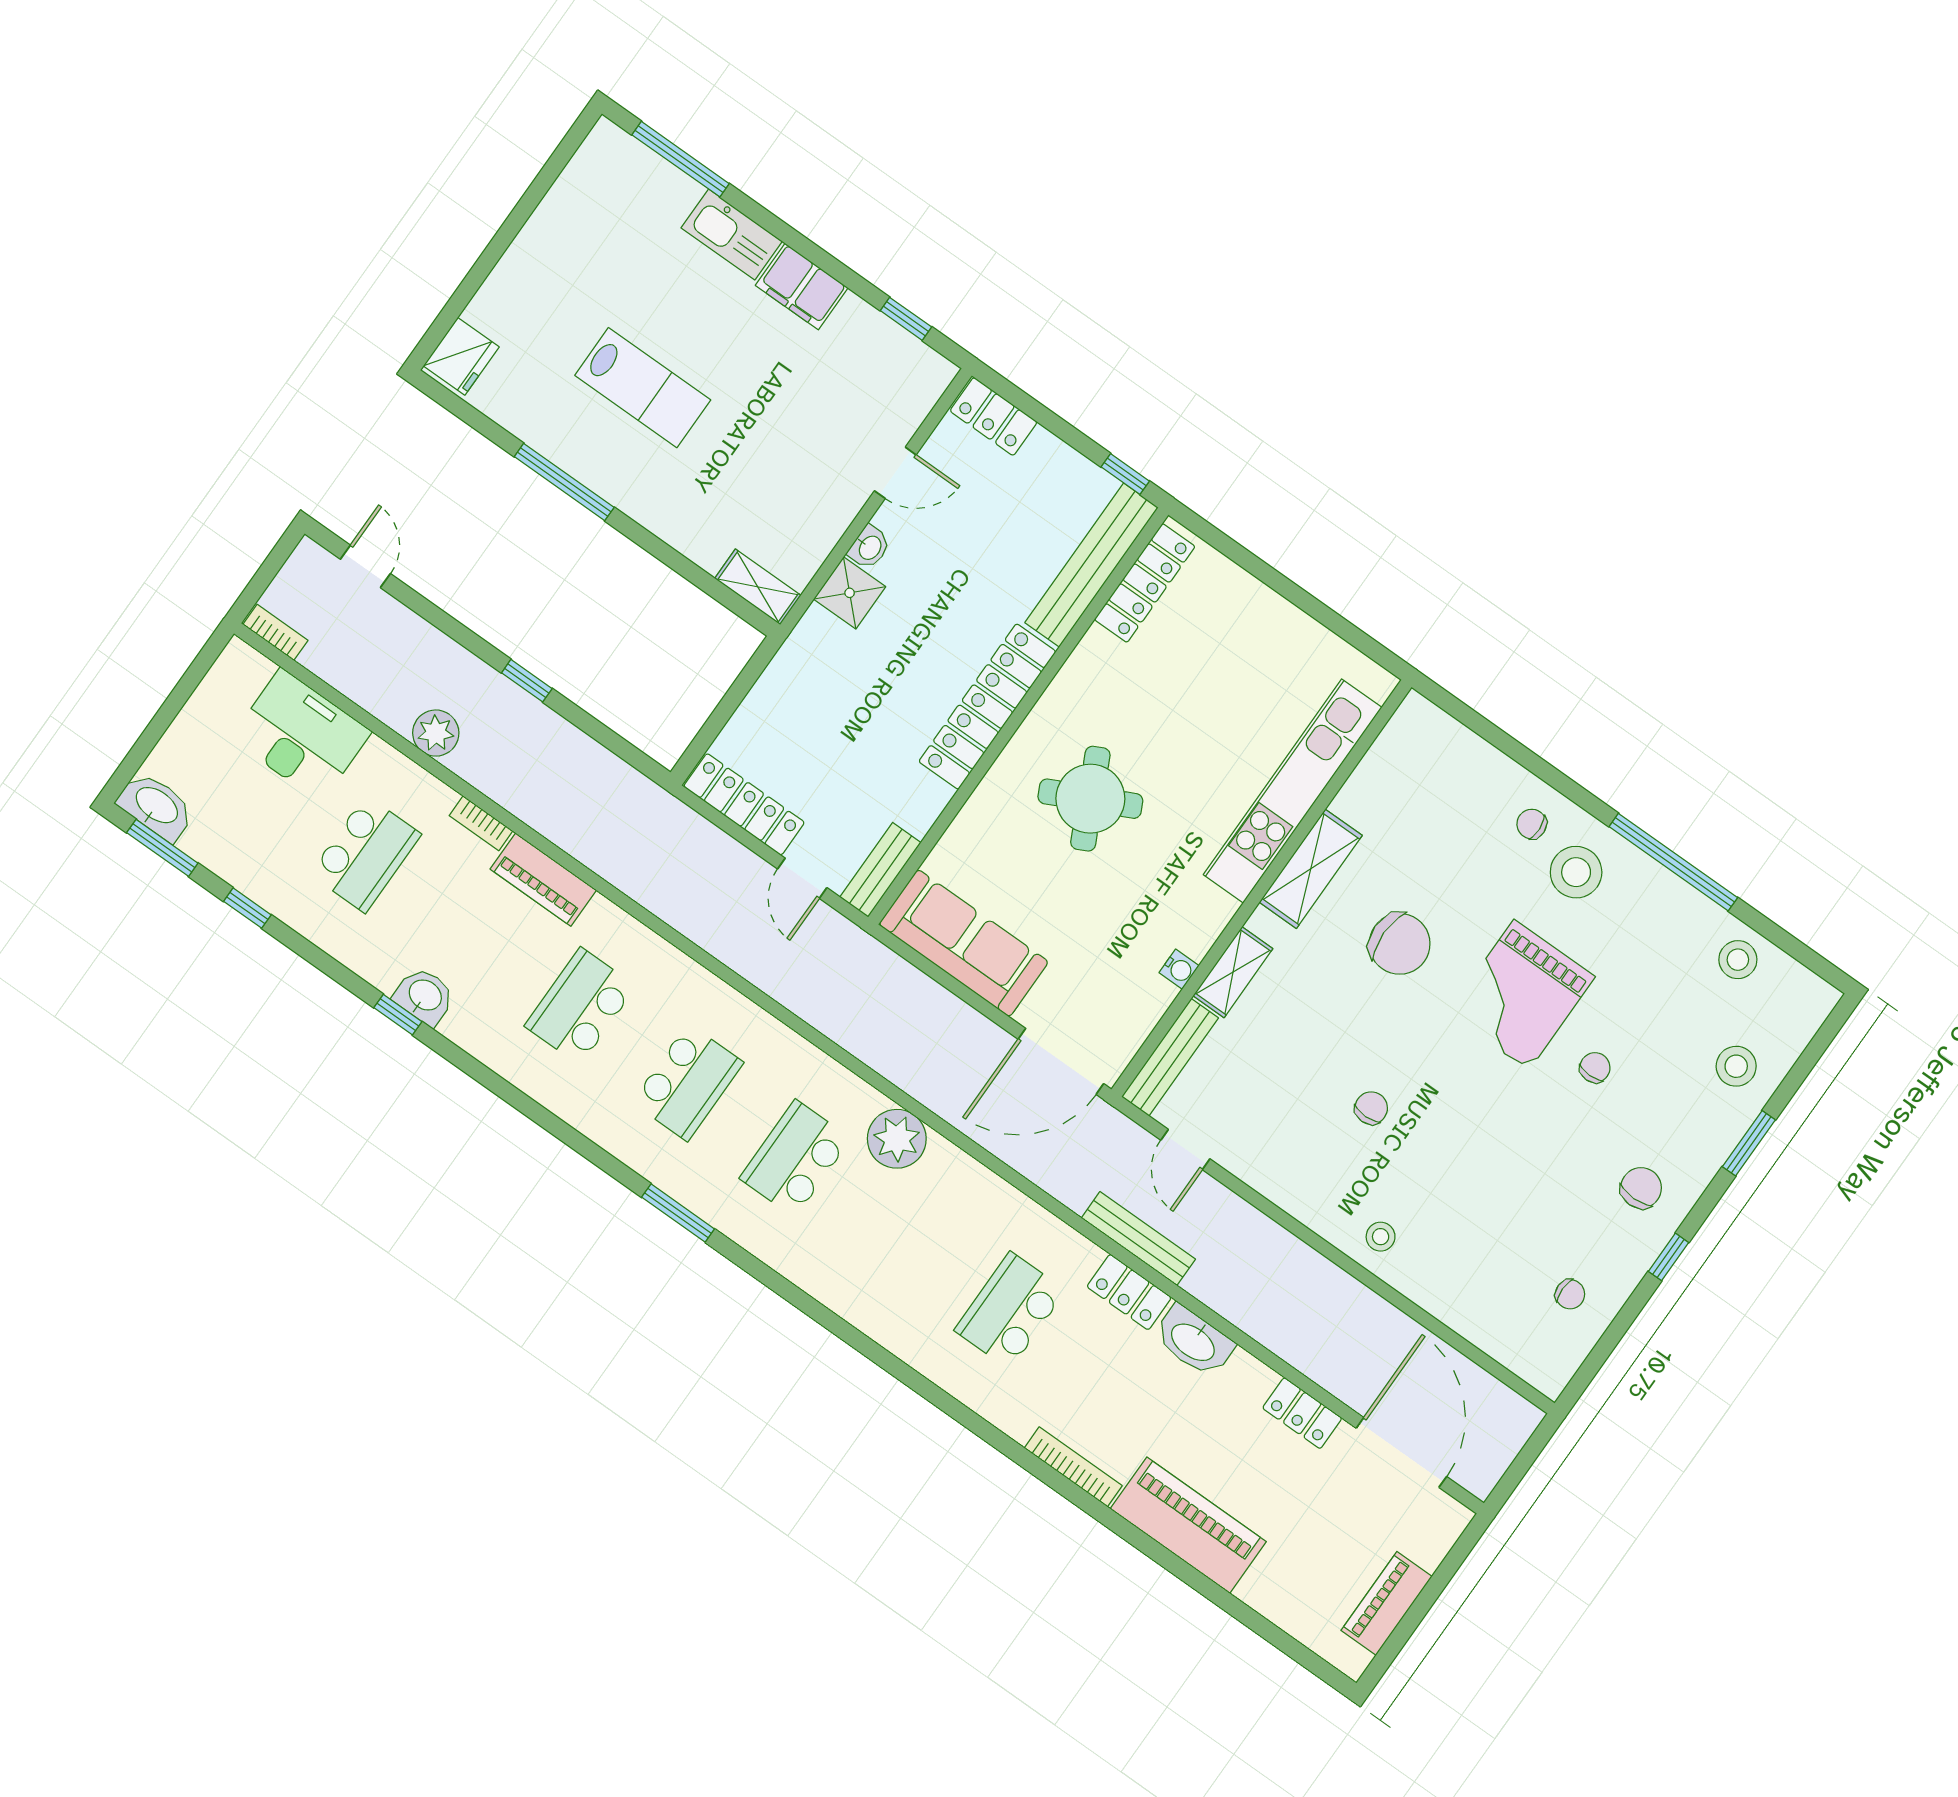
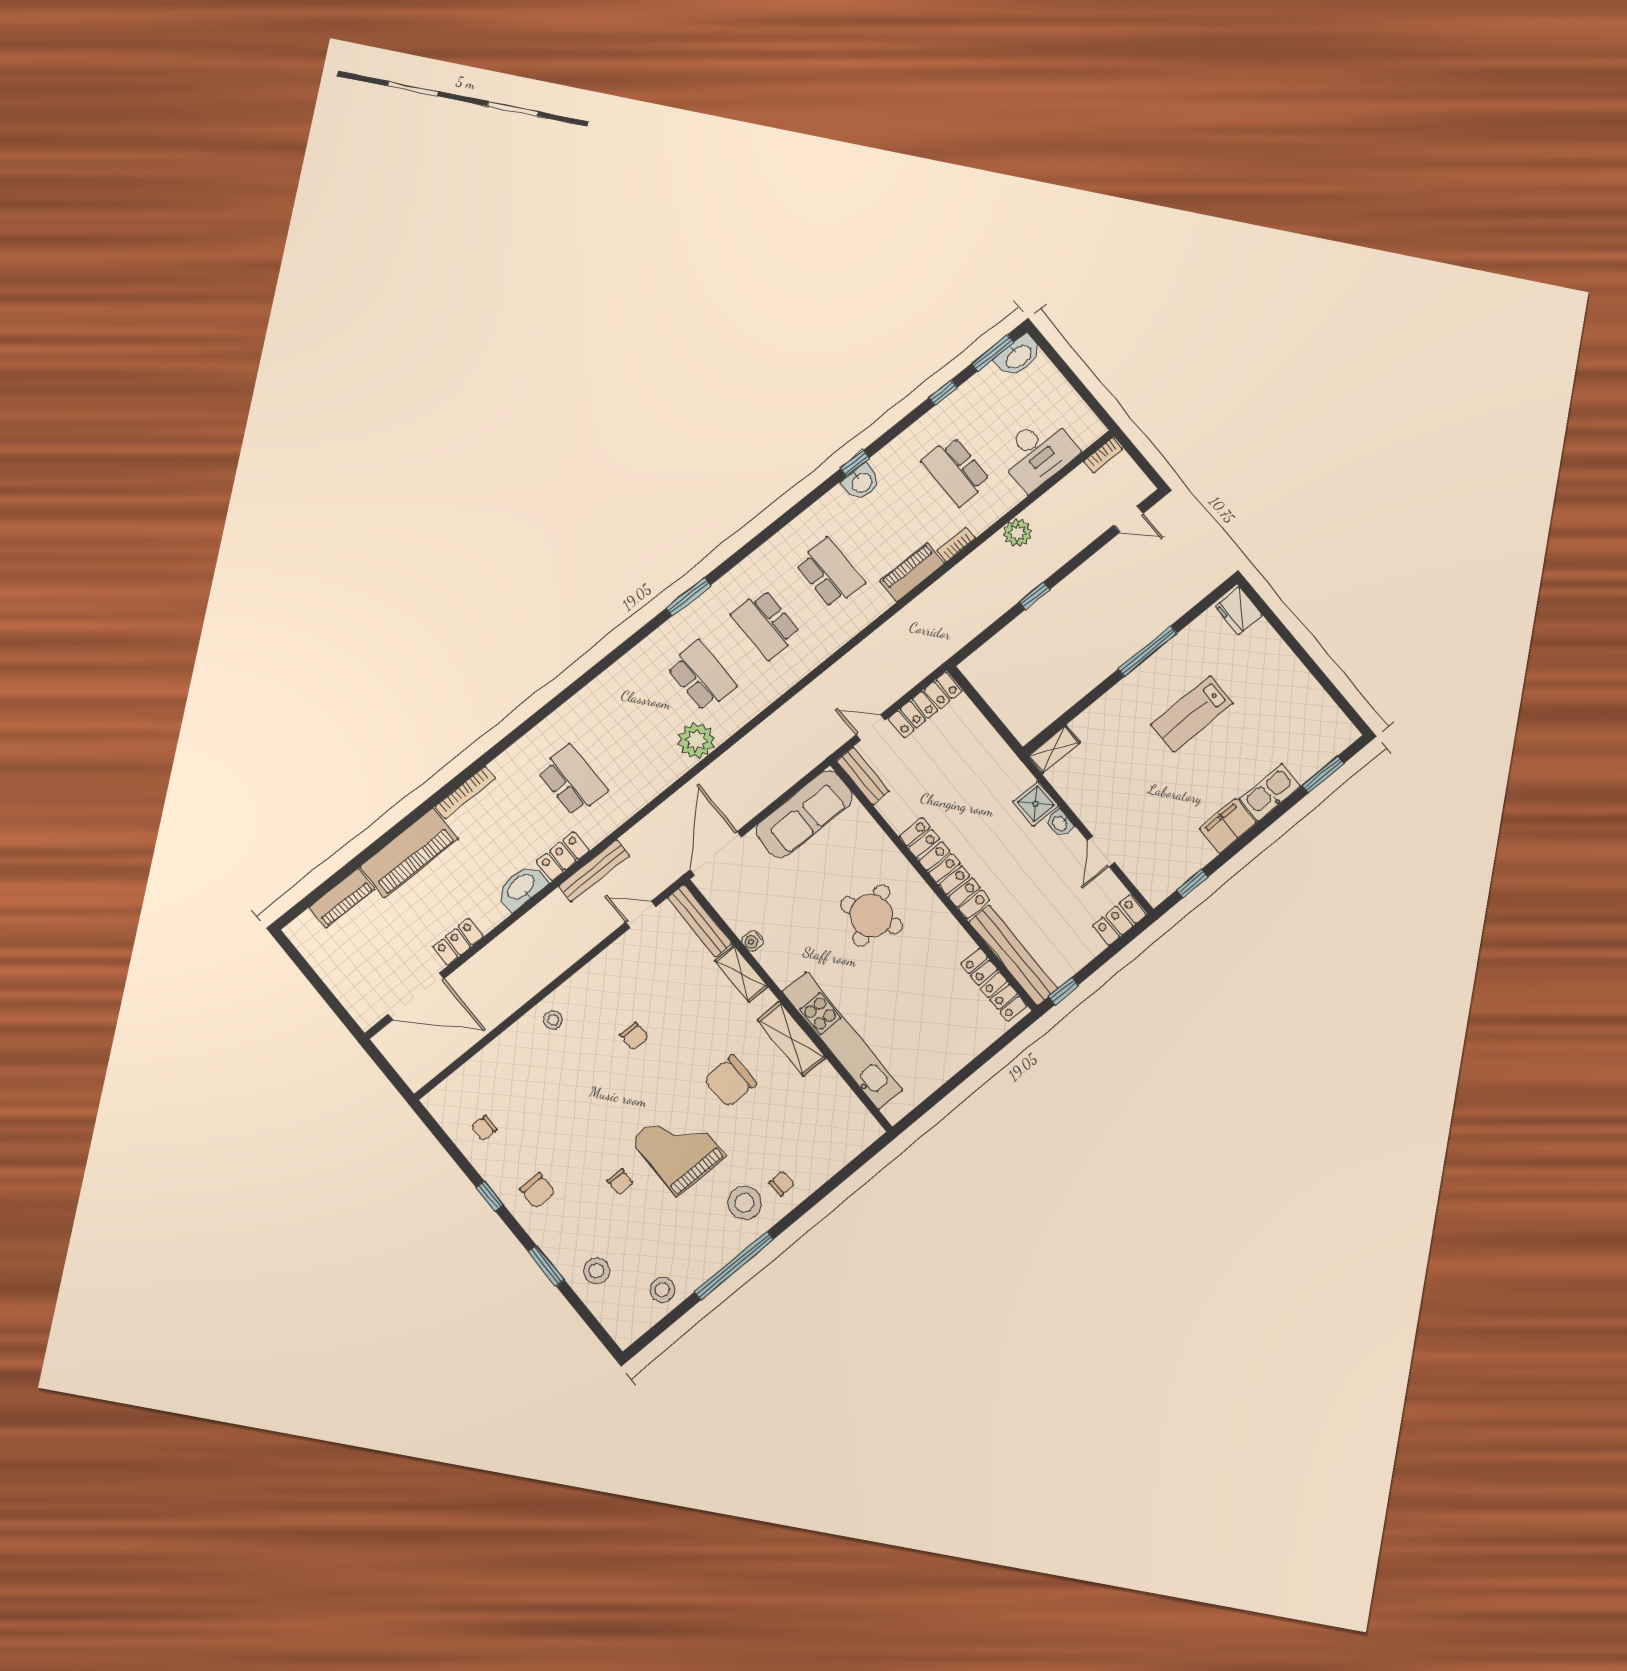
window: (681, 159) -> (1323, 774), width x0.69
piano: (1387, 1603) -> (342, 898), moved, turned 90

